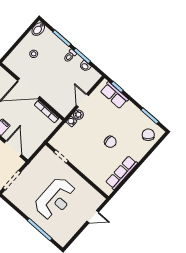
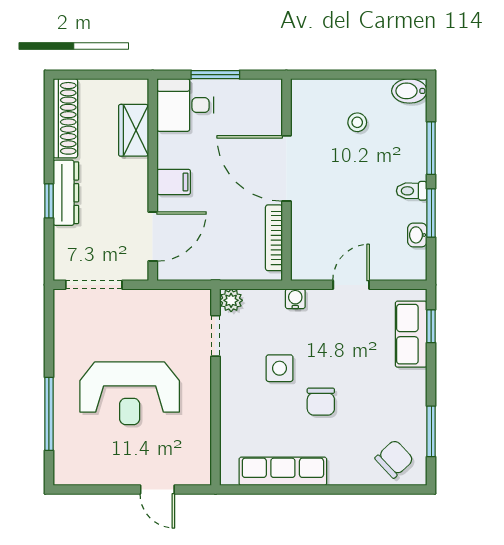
plant: (78, 115) -> (231, 300), moved
side table: (89, 145) -> (280, 368), added

